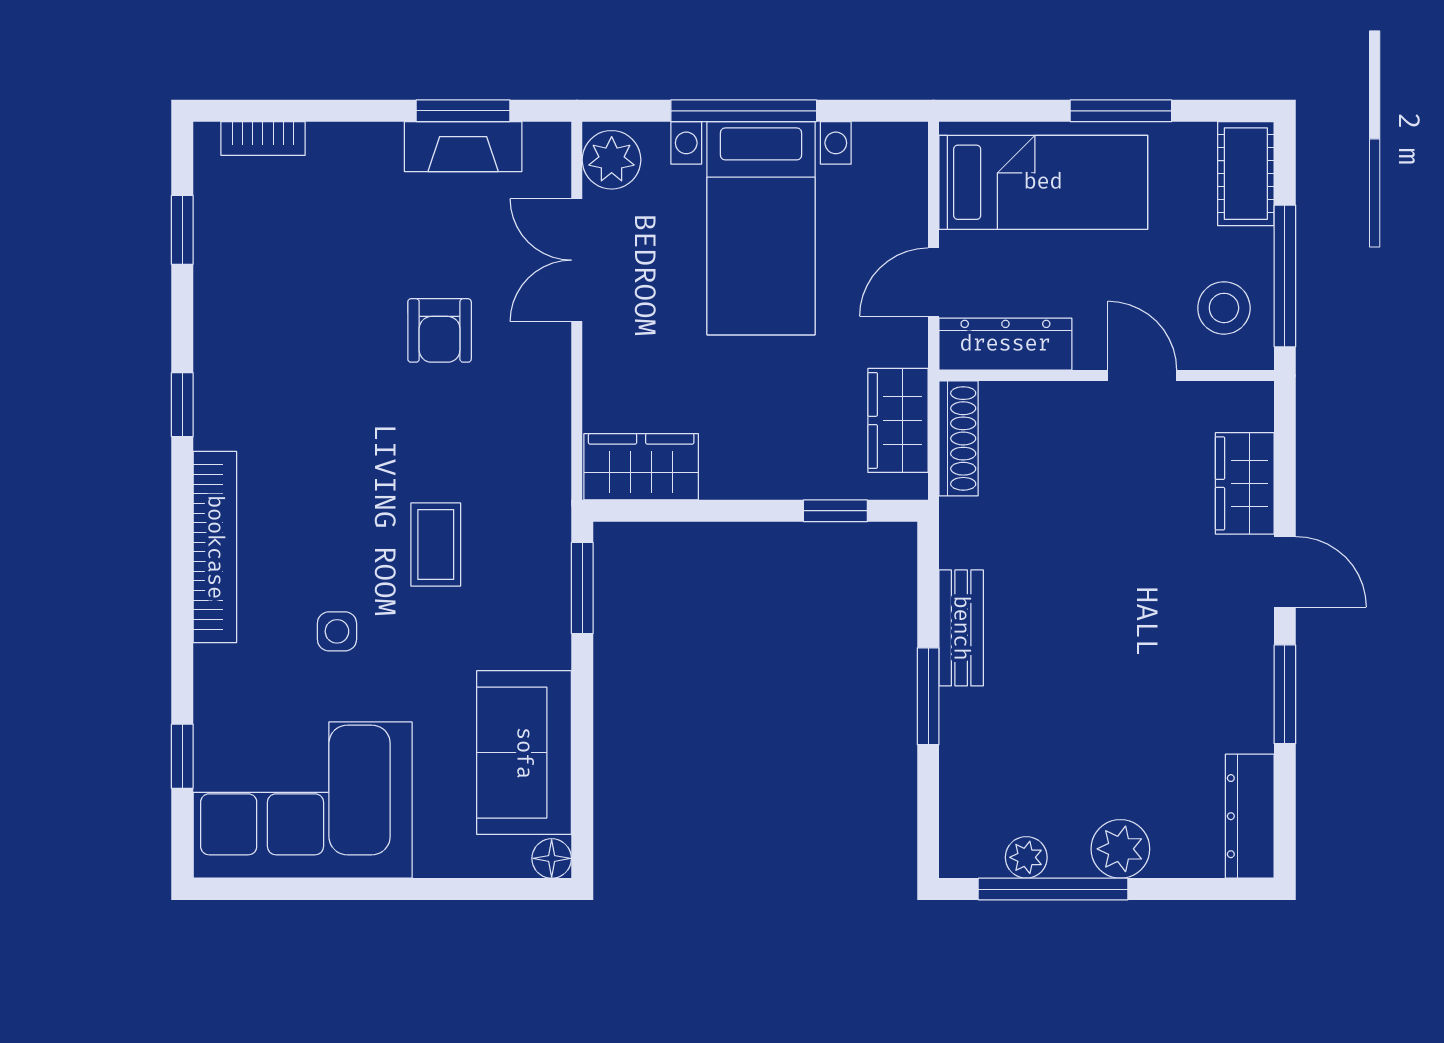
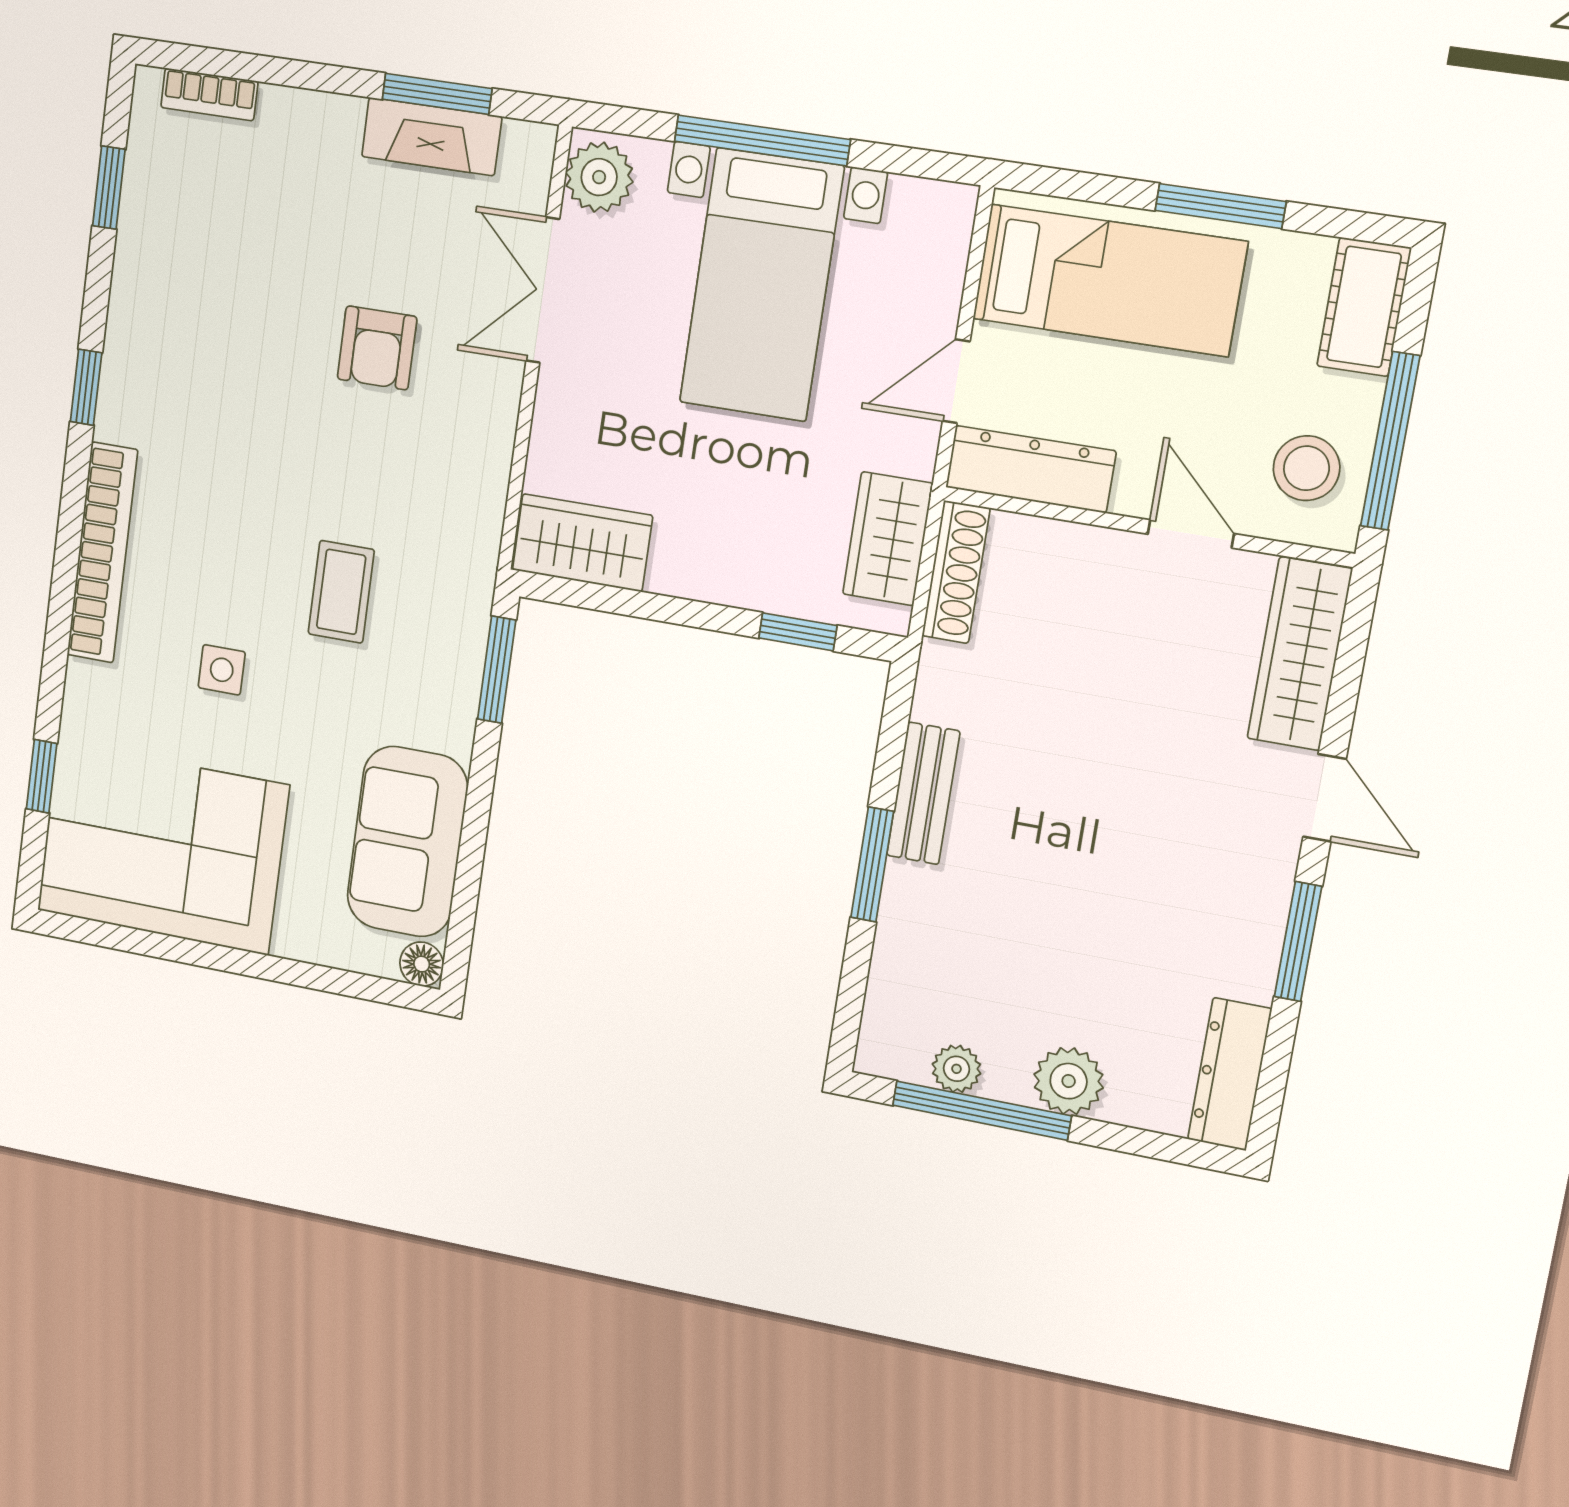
wardrobe: (1245, 483) -> (1300, 654), width x1.50

